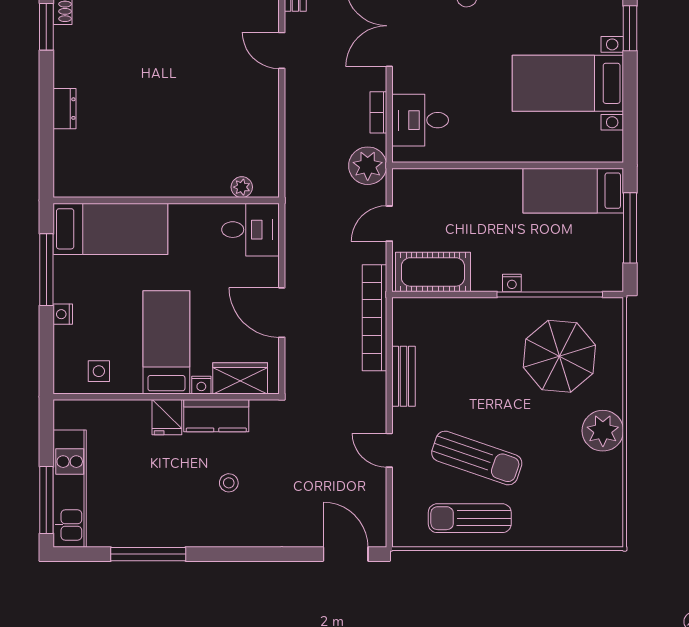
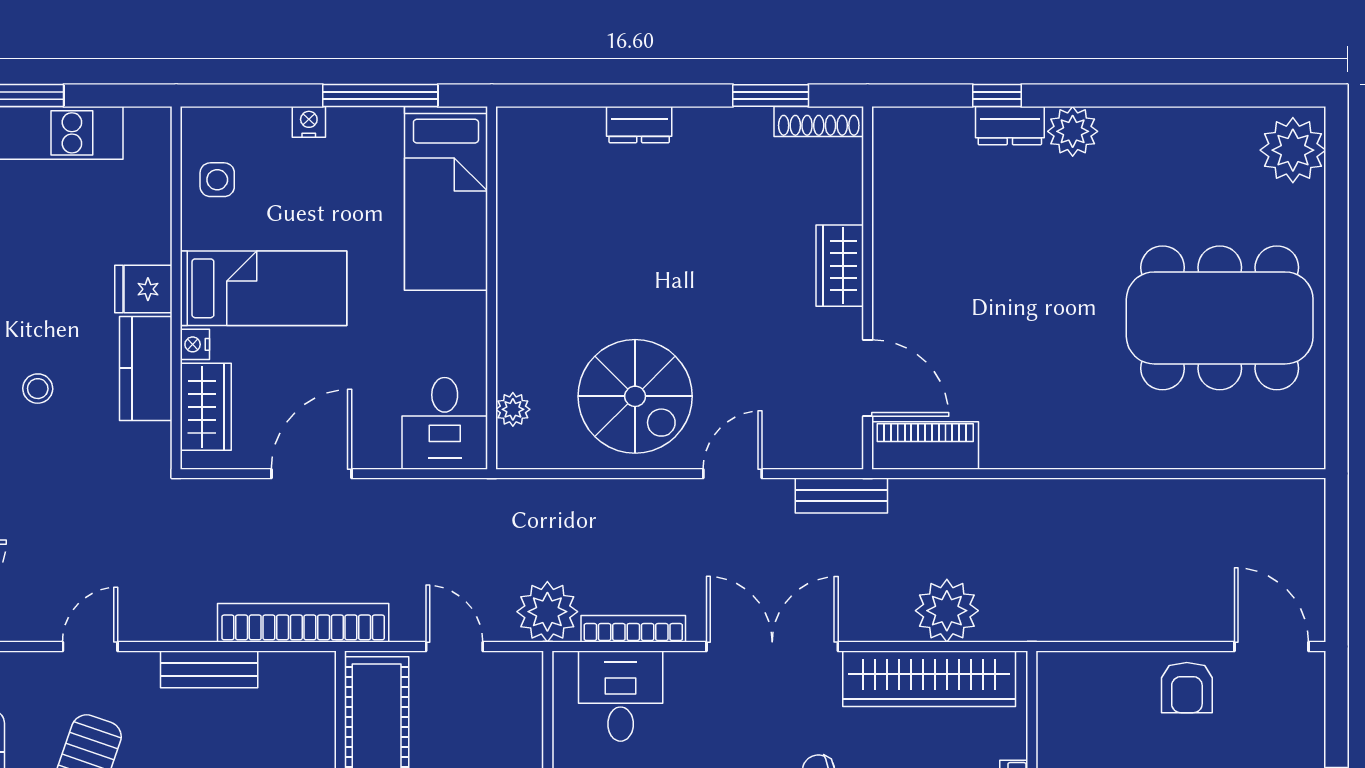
spiral stairs: (234, 111) -> (635, 396), added
bookcase: (378, 112) -> (633, 629), width x1.56

